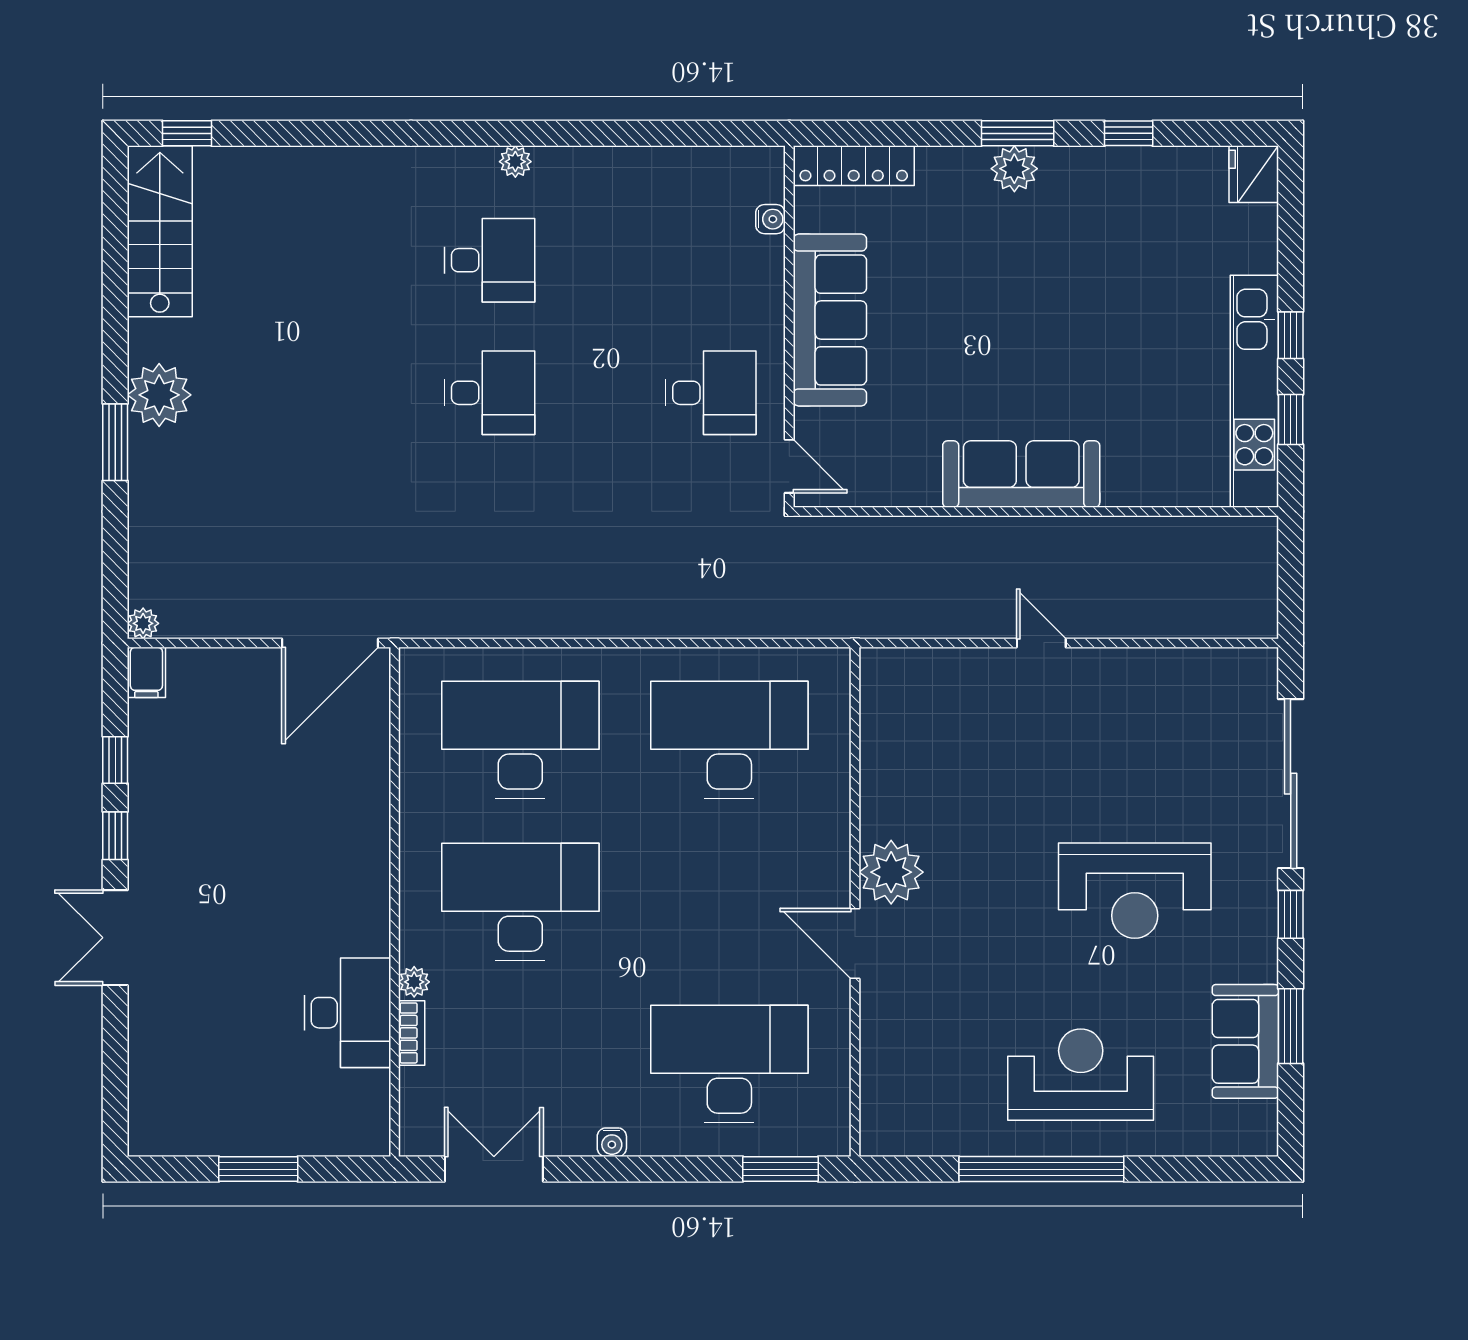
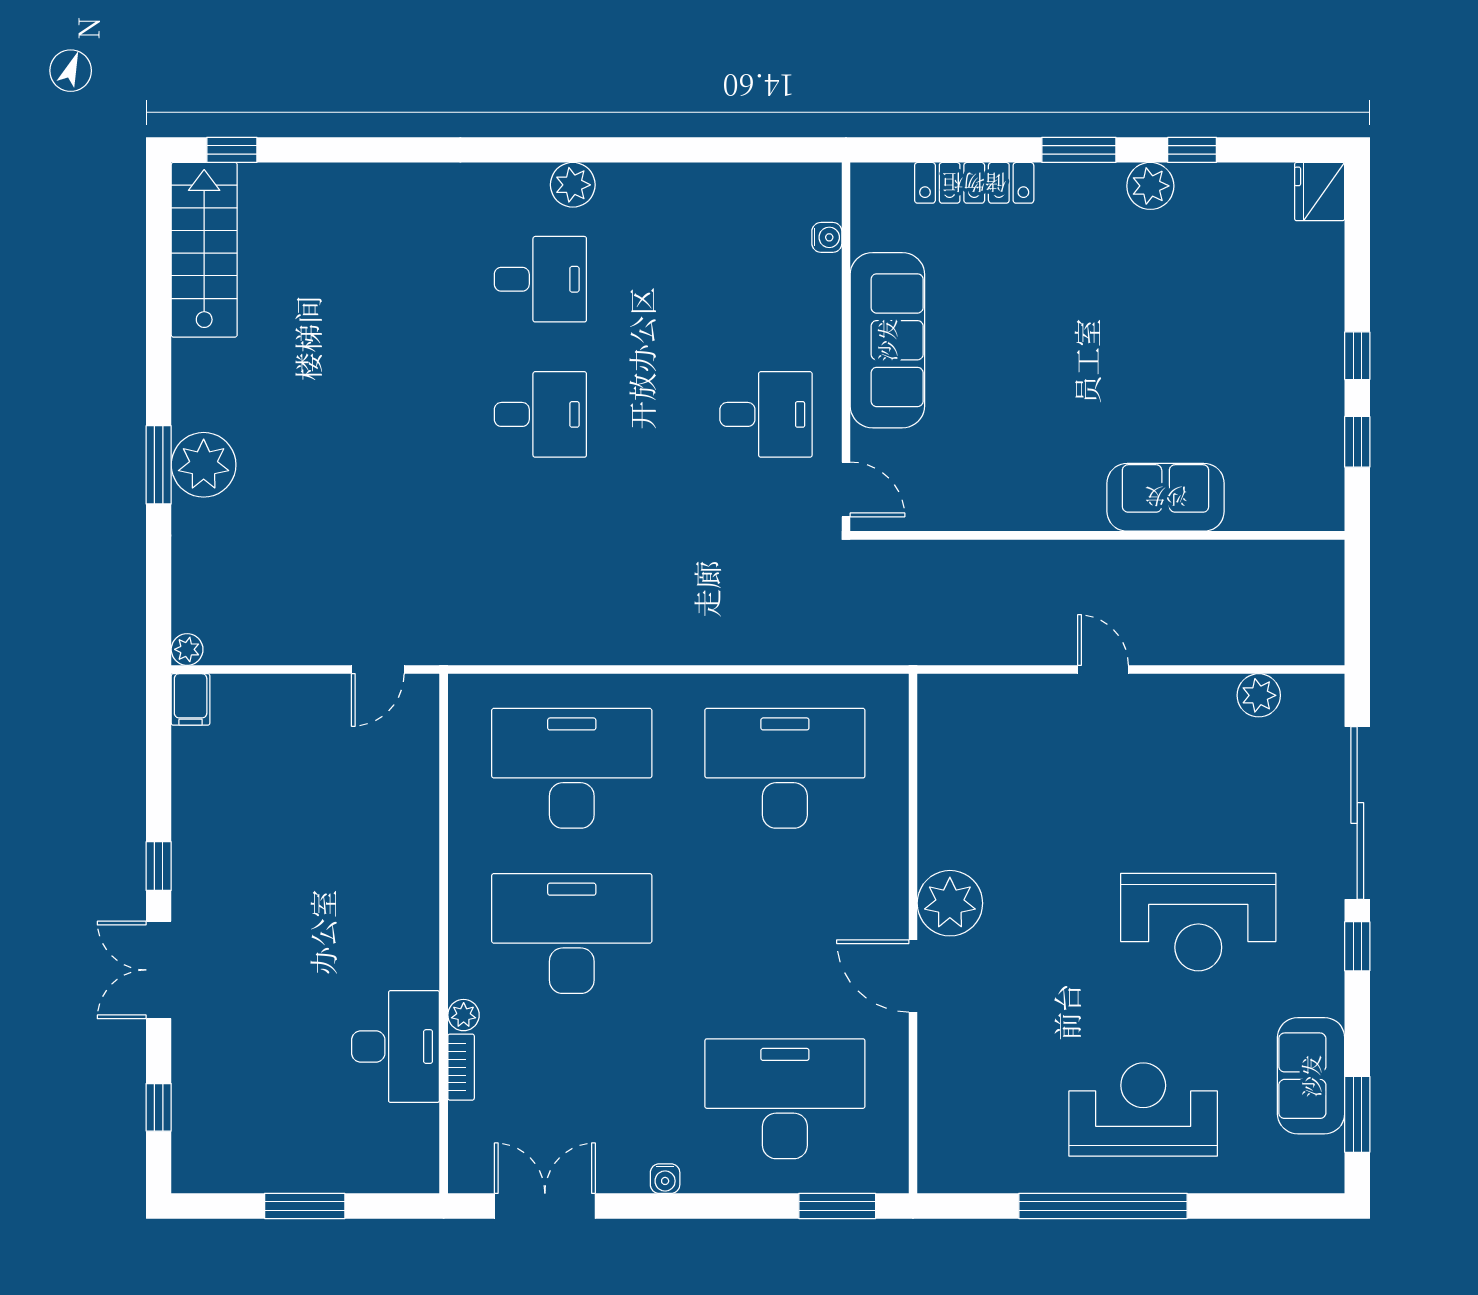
plant: (515, 162) -> (573, 185), width x1.38, depth x1.38
locker: (854, 166) -> (974, 183), moved
plant: (1014, 169) -> (1150, 186), moved
kitchen unit: (1254, 391) -> (1320, 413), removed
plant: (159, 395) -> (204, 465), moved
sofa: (1021, 474) -> (1166, 497), moved, width x0.73
door: (330, 643) -> (378, 670), width x0.53
plant: (1194, 668) -> (1259, 695), added
window: (115, 760) -> (159, 1107), moved
window: (1291, 1026) -> (1357, 1114), moved

